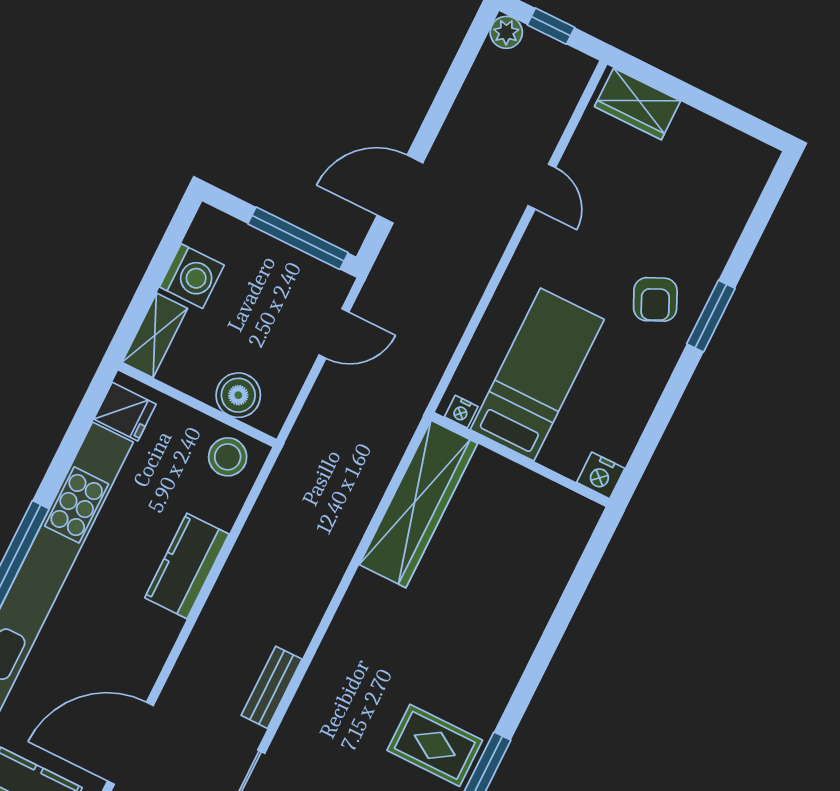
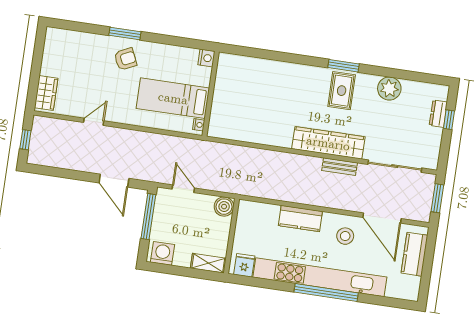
plant: (506, 32) -> (34, 158), removed
washing machine: (192, 276) -> (163, 253), moved
boiler: (238, 395) -> (224, 207), moved
stool: (228, 457) -> (345, 236), moved
wardrobe: (418, 504) -> (328, 143), moved

